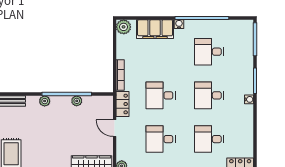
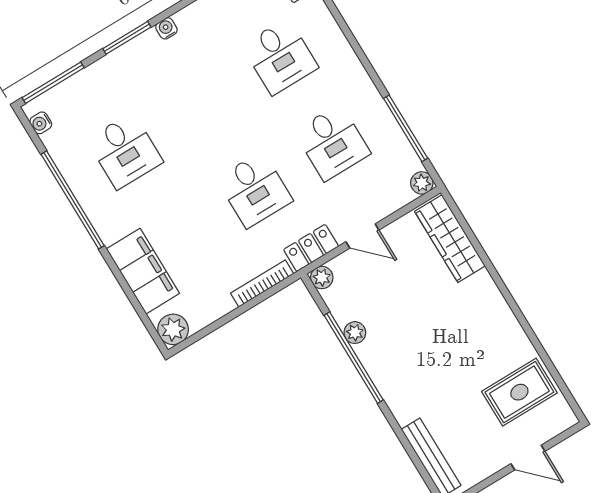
water cooler: (179, 24) -> (41, 123), moved
desk: (209, 95) -> (202, 104), removed
plant: (45, 101) -> (322, 278), moved
door: (115, 128) -> (362, 236), hinge flipped

